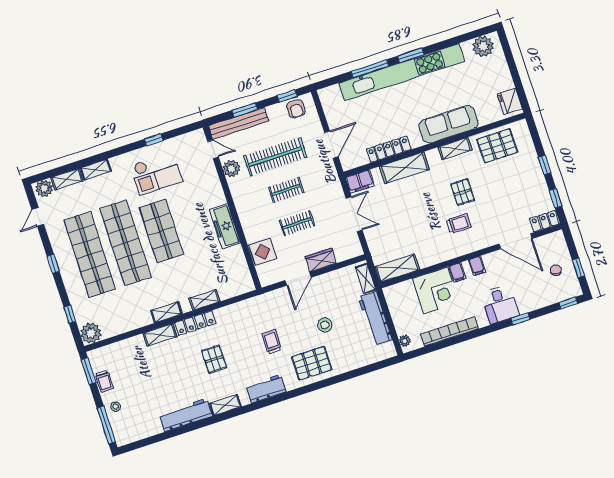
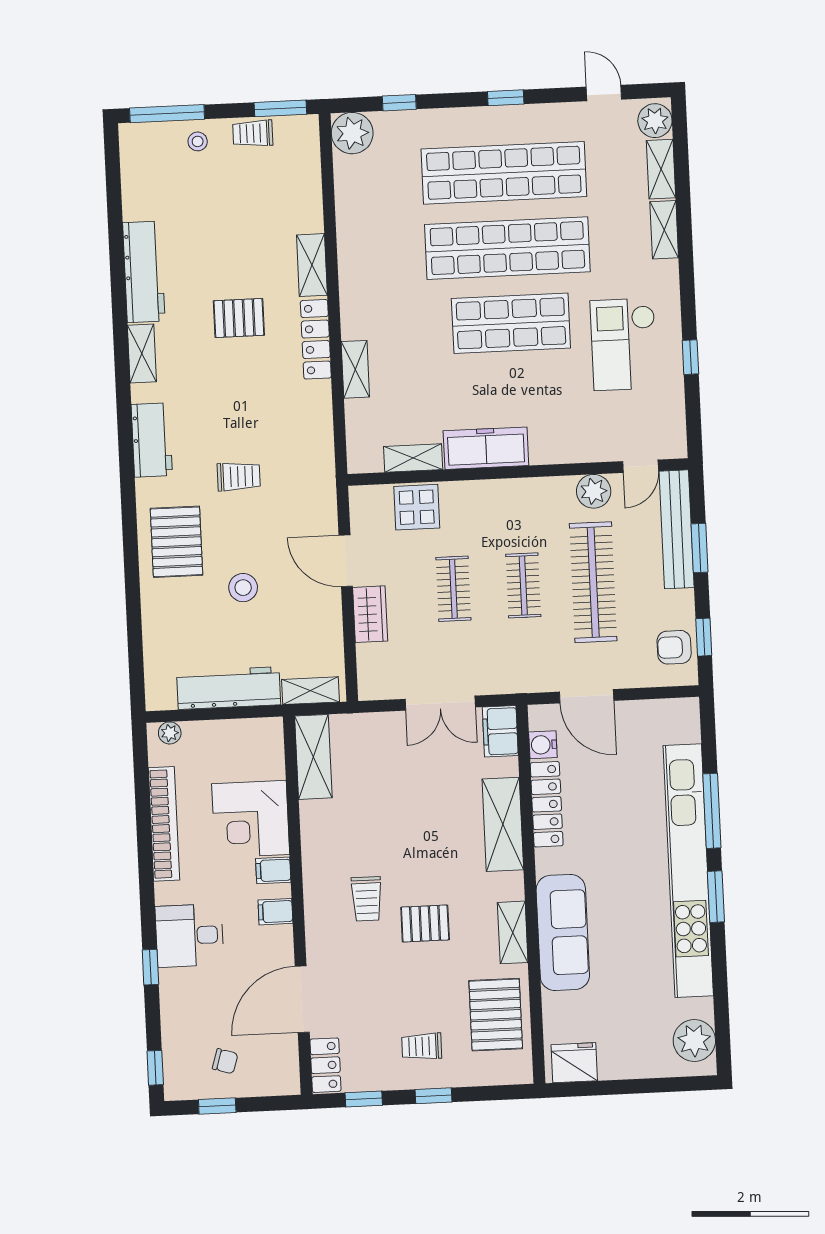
water cooler: (361, 159) -> (543, 745), added
trolley: (522, 177) -> (422, 1046), added
shelving: (166, 312) -> (413, 458), moved, turned 90
pallet: (214, 359) -> (239, 318), moved

